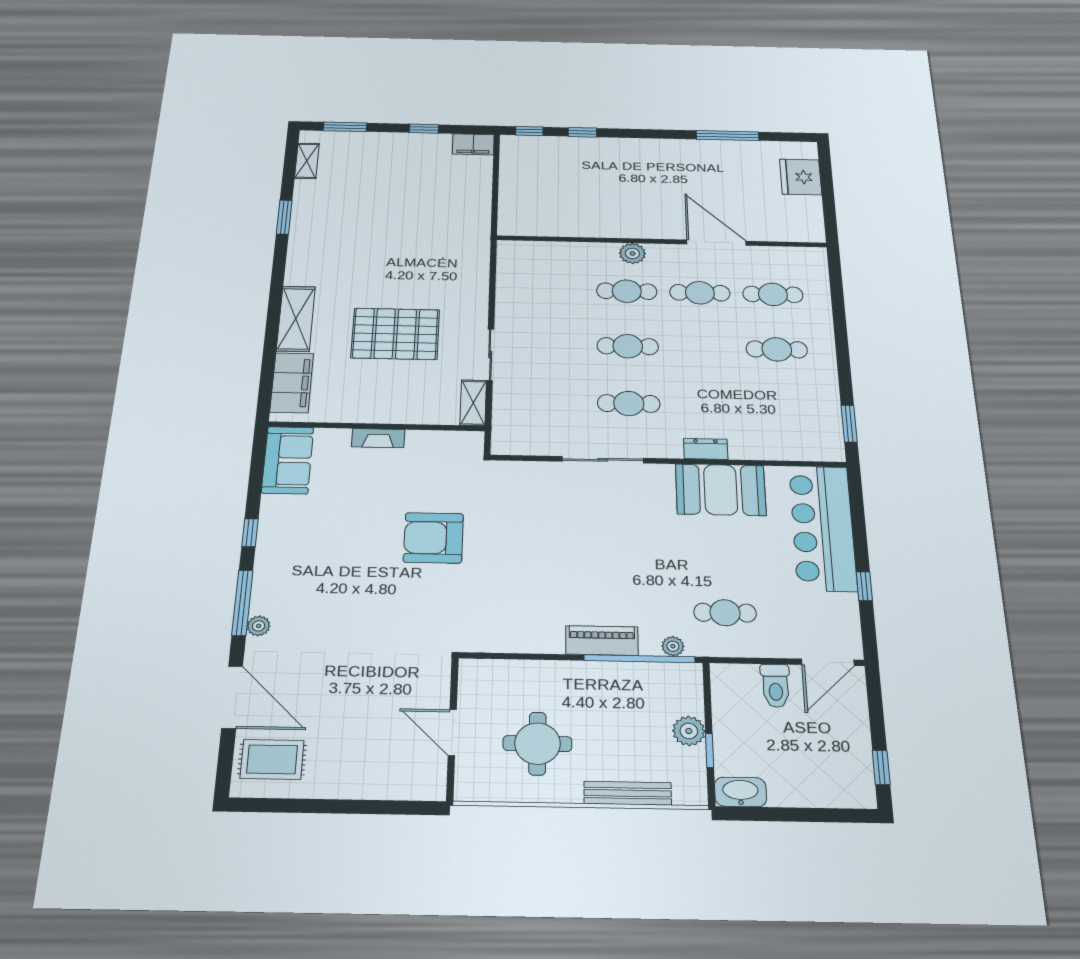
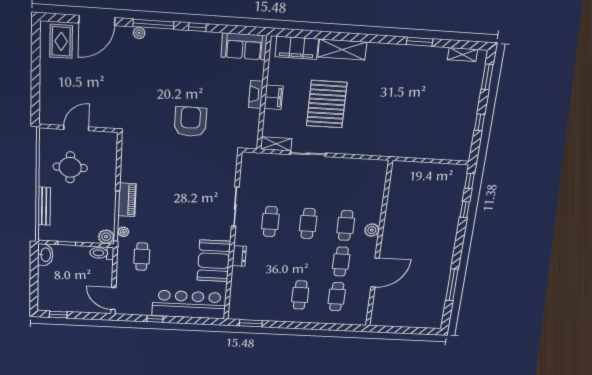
filing cabinet: (473, 144) -> (274, 97), moved, turned 180
fridge: (801, 177) -> (417, 318), removed
toilet: (776, 686) -> (102, 253), moved
plant: (689, 731) -> (106, 237), moved

